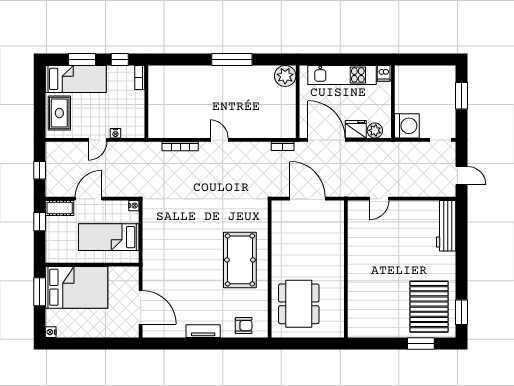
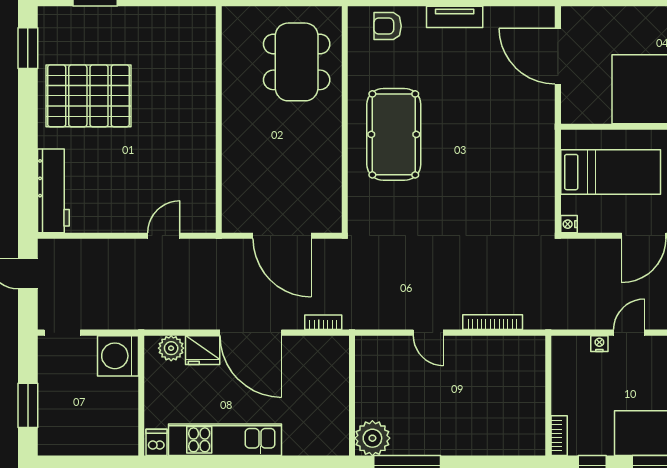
plant: (285, 76) -> (372, 438), moved
wall: (298, 102) -> (352, 396), moved
pallet: (429, 307) -> (88, 96), moved, turned 90

